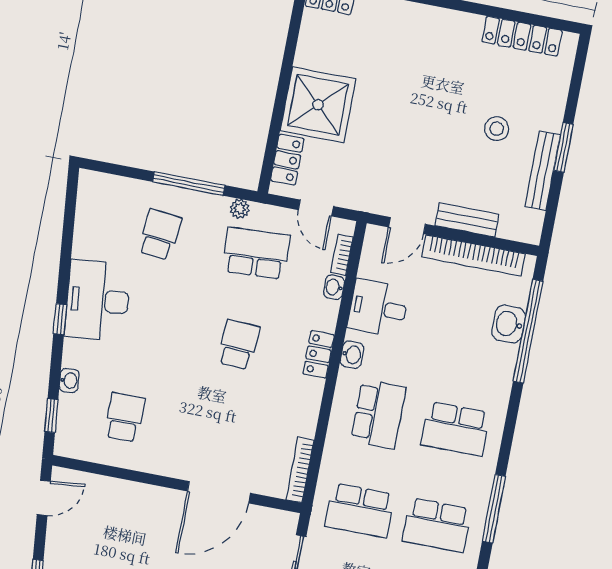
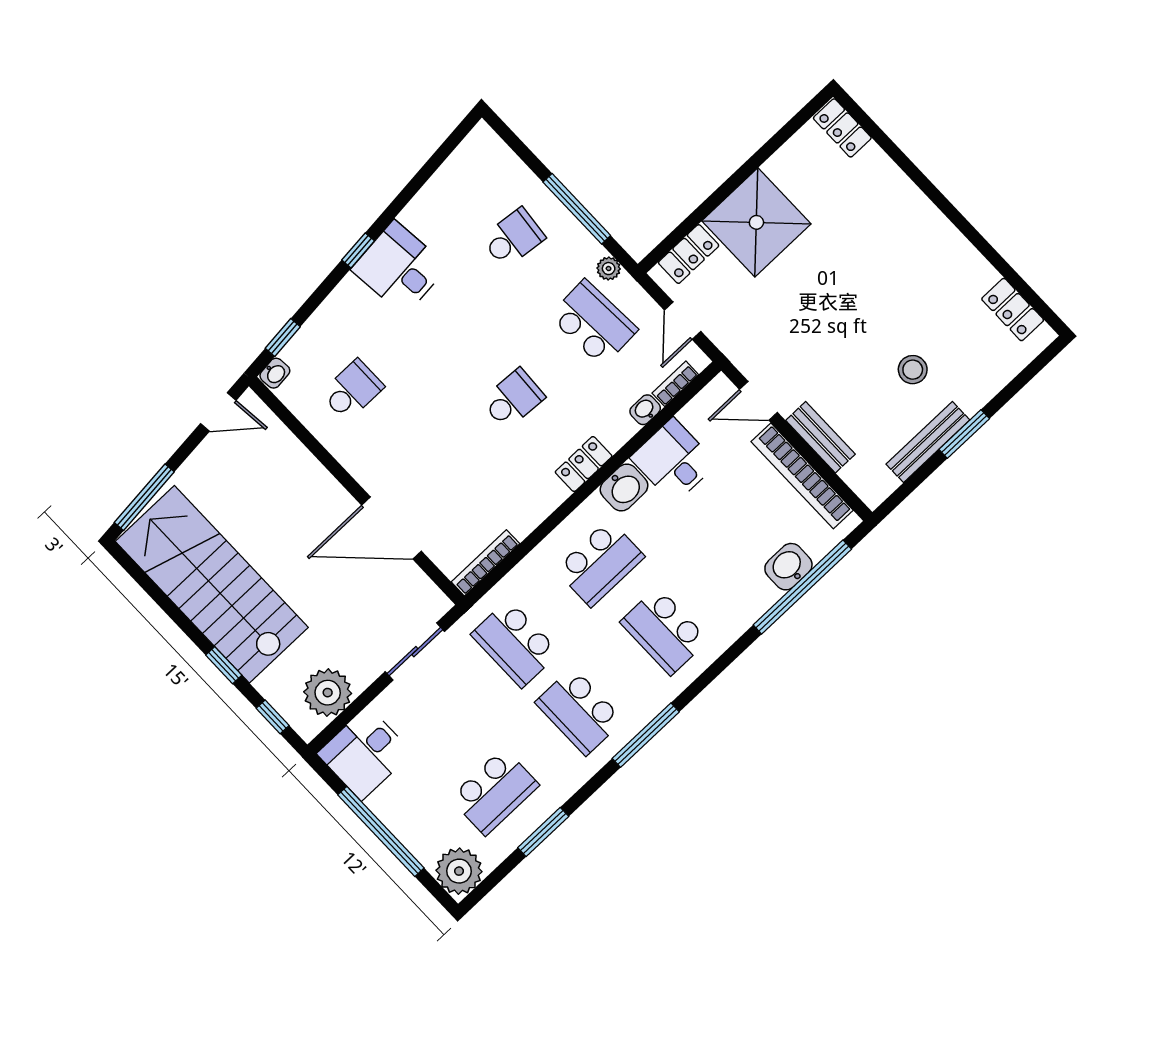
locker: (522, 36) -> (1013, 310), width x0.66
desk: (98, 300) -> (399, 268), width x0.73
washbasin: (352, 355) -> (624, 488), width x1.38, depth x1.45
washbasin: (69, 380) -> (275, 373), moved

